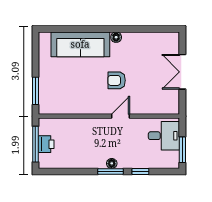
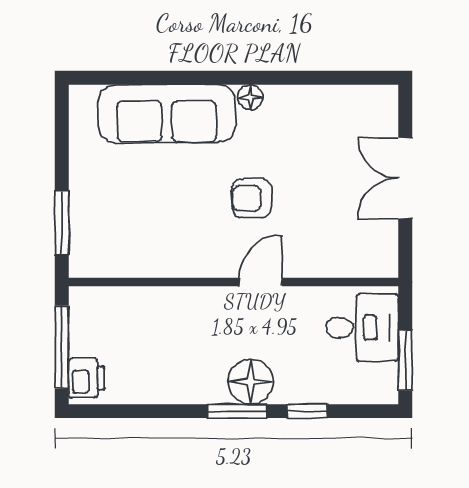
printer: (46, 144) -> (87, 378), moved
floor lamp: (112, 163) -> (251, 382), width x1.89, depth x1.89

